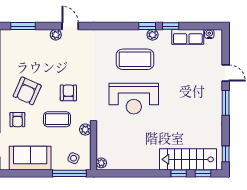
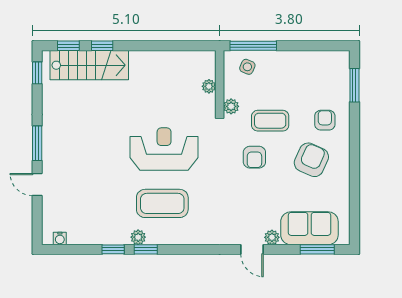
row of seats: (188, 37) -> (89, 234), removed
sofa: (30, 158) -> (309, 228), moved, turned 180
plant: (101, 163) -> (209, 86), moved

